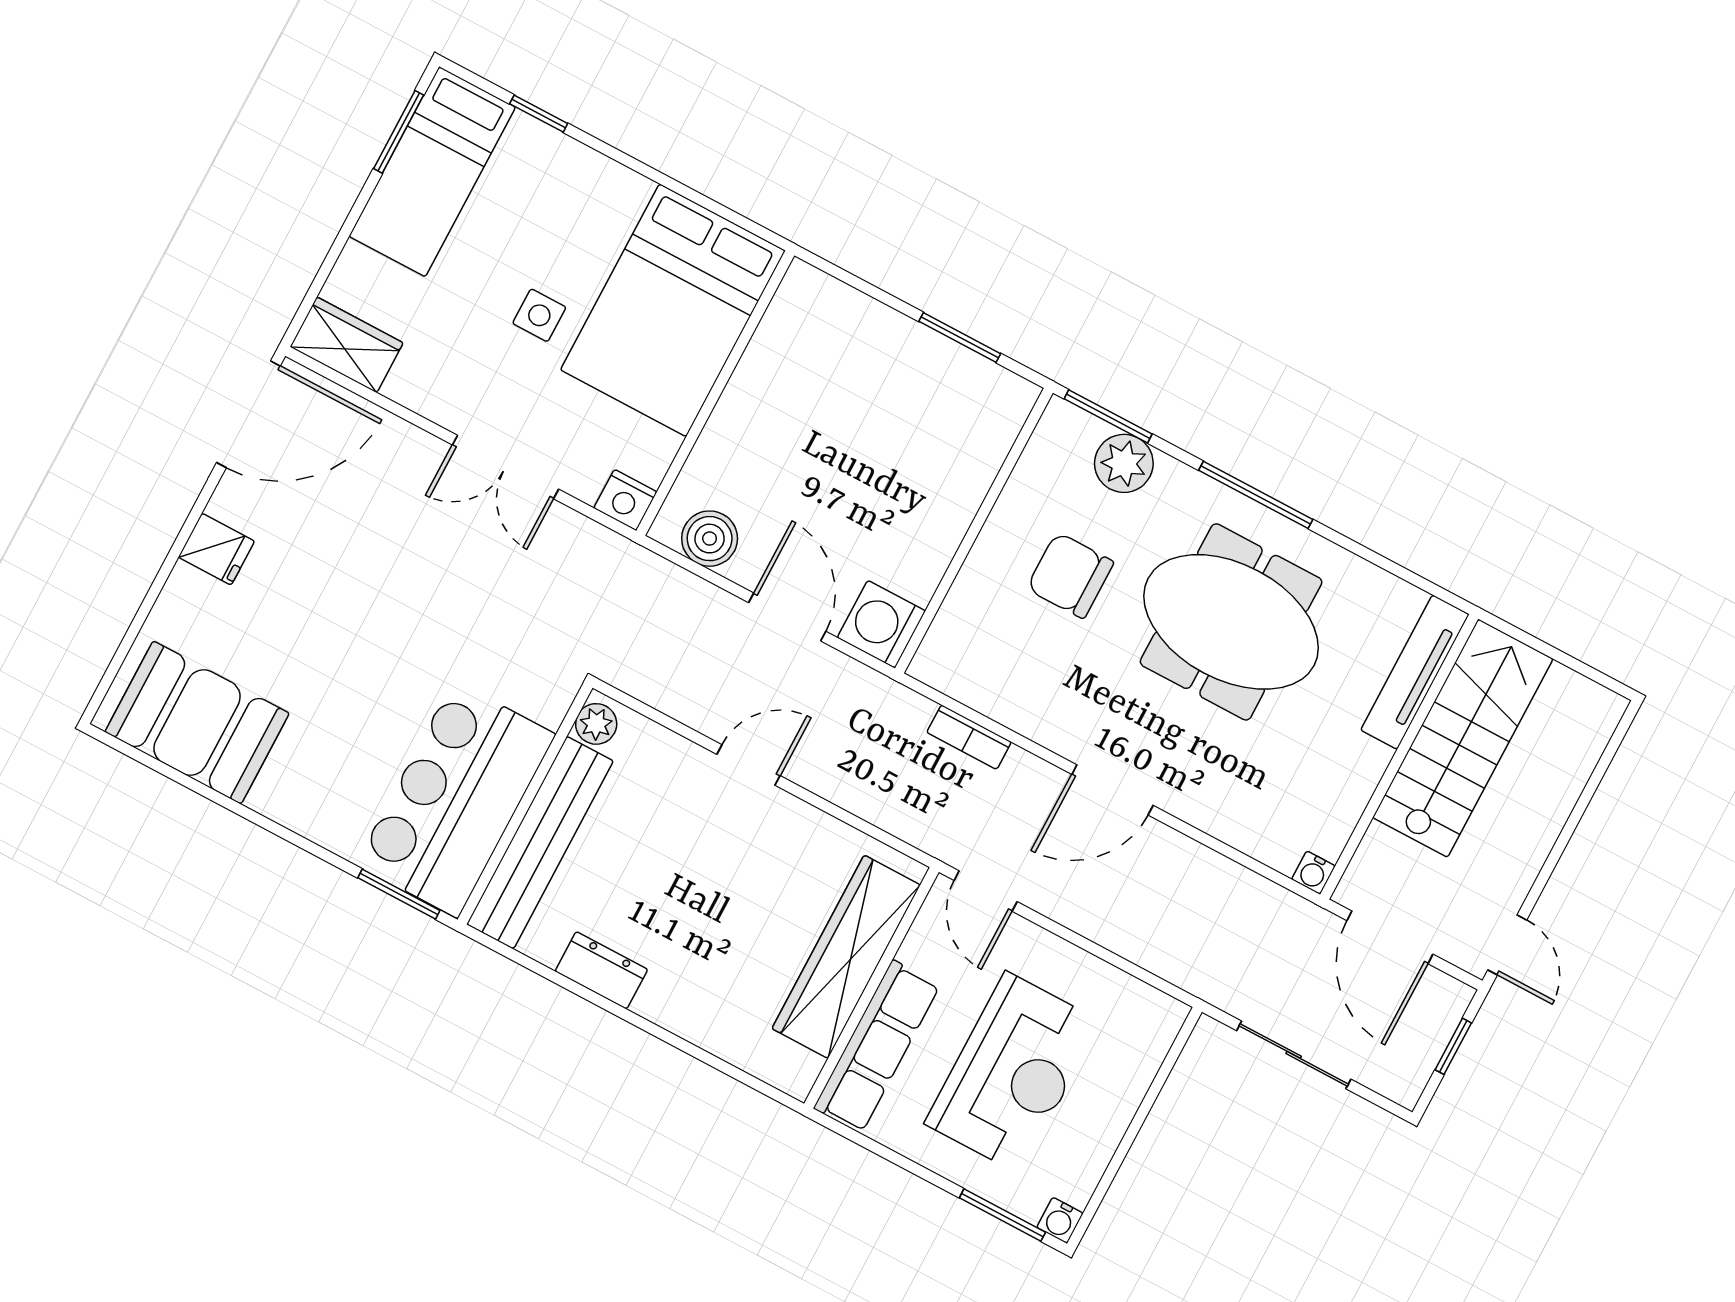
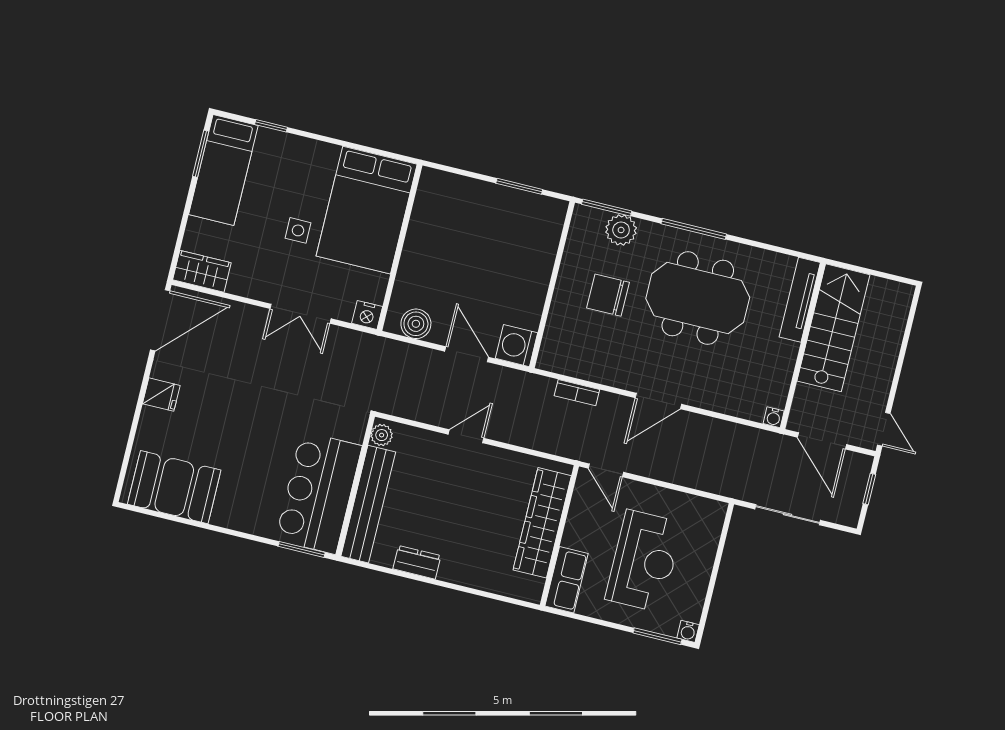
row of seats: (877, 1047) -> (567, 580), width x0.68

